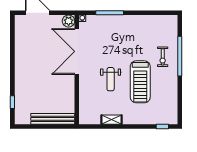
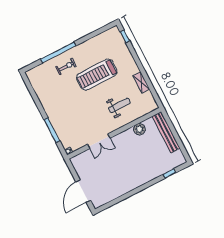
plant: (69, 21) -> (139, 129), moved
double door: (77, 51) -> (99, 141), width x0.54
weight bench: (111, 79) -> (120, 105), moved
treadmill: (140, 82) -> (97, 75), turned 180

